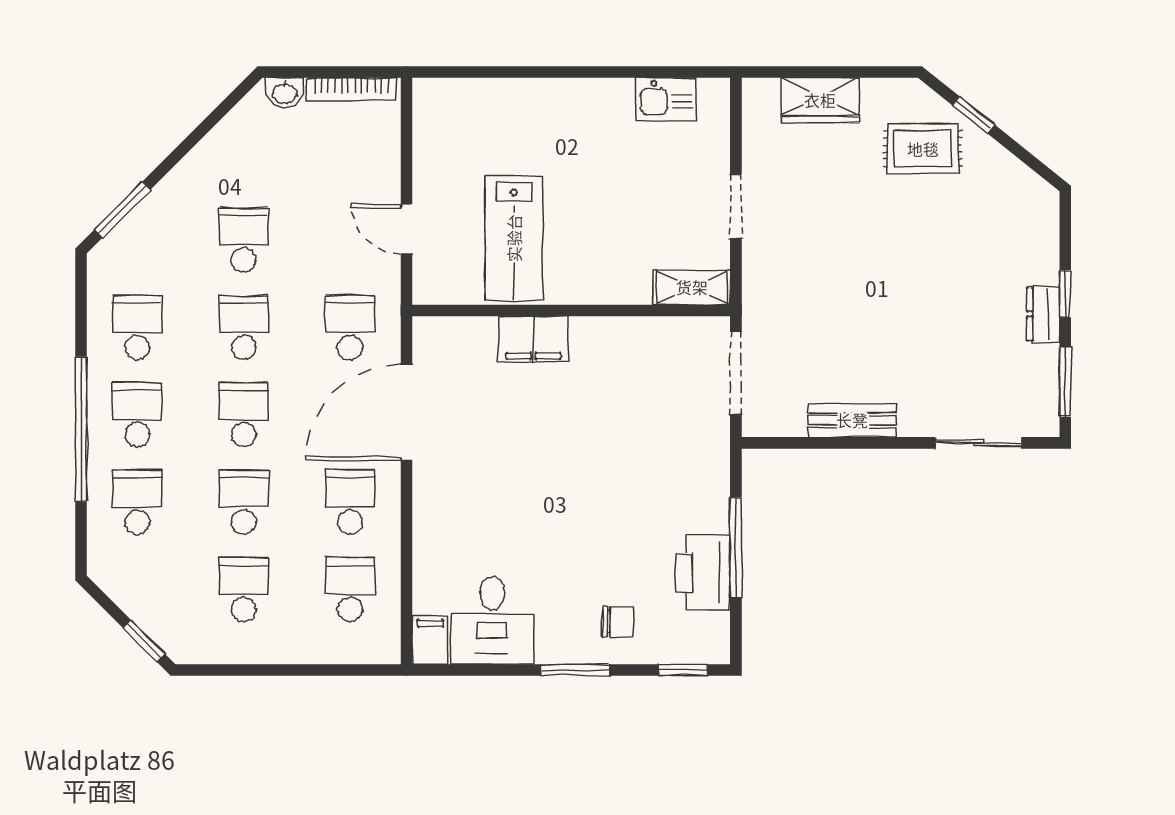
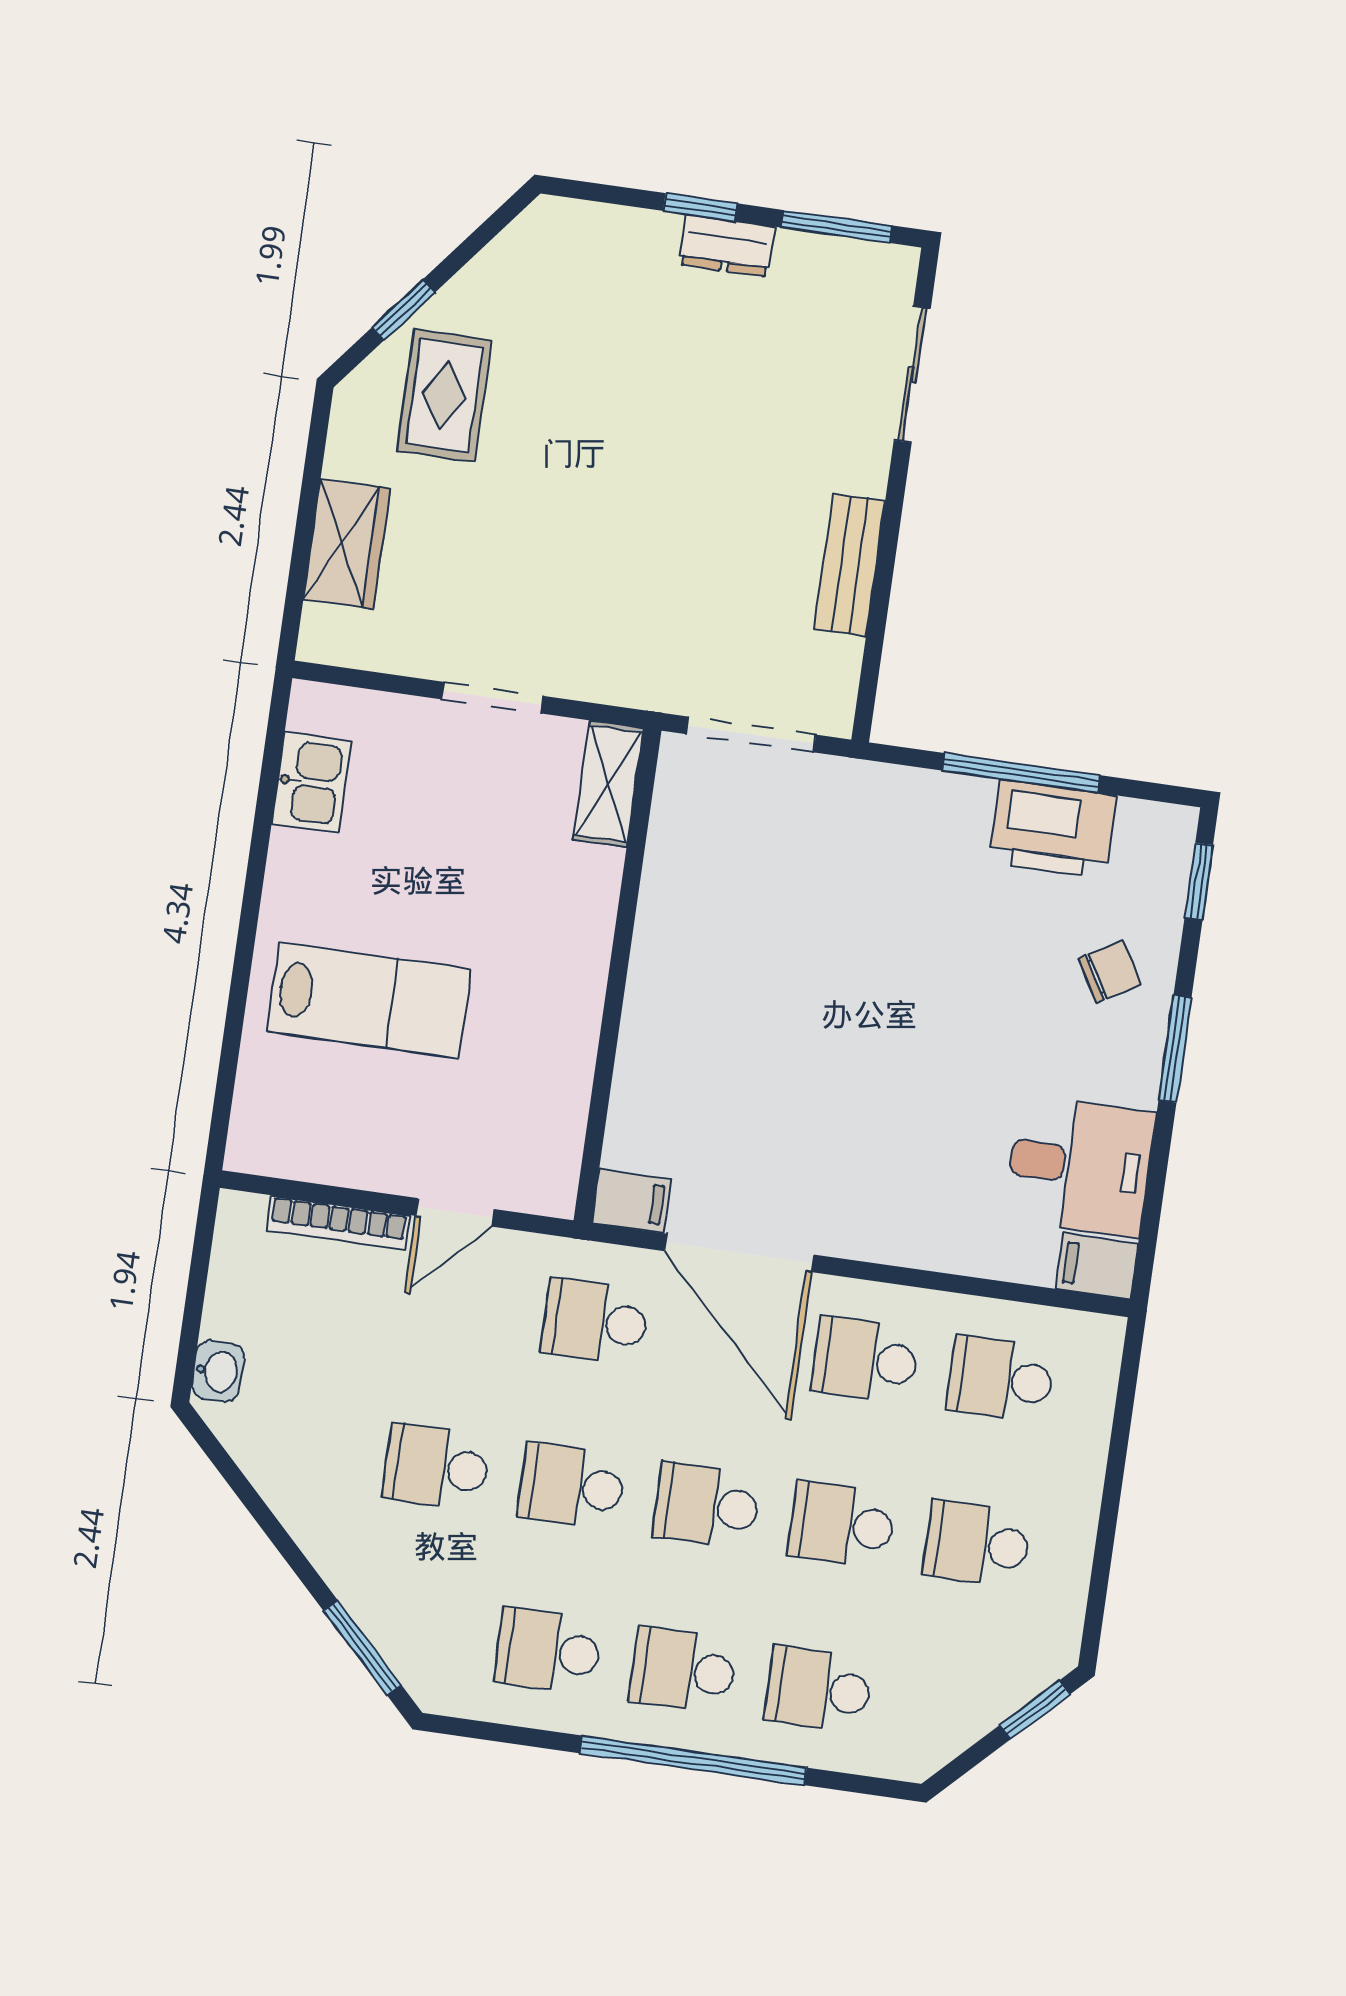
bookcase: (351, 89) -> (339, 1223), moved, turned 90
lab bench: (514, 238) -> (369, 1000), moved
filing cabinet: (533, 339) -> (631, 1201), moved, width x0.50
chair: (618, 622) -> (1110, 971), turned 60

